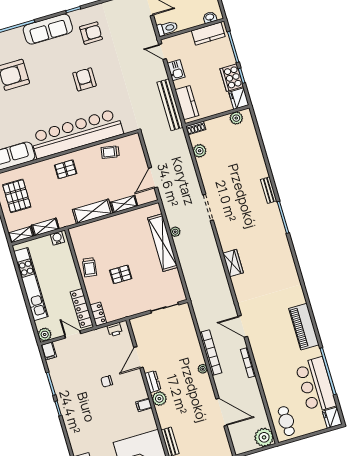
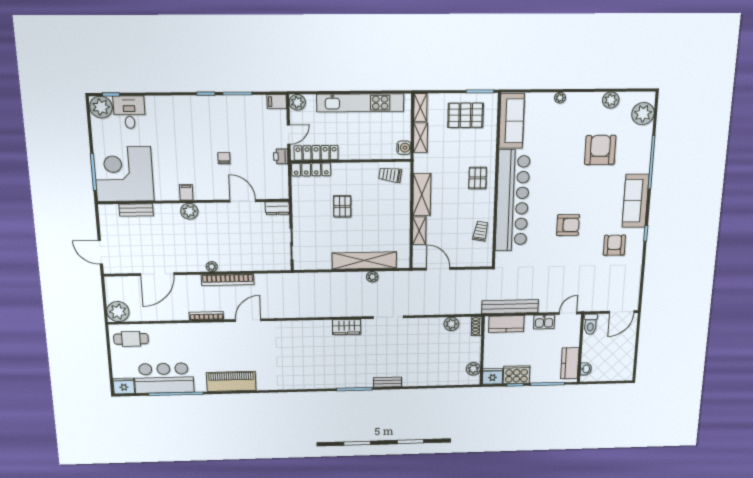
armchair: (91, 33) -> (614, 245), turned 180
wardrobe: (233, 263) -> (347, 327), moved
trolley: (89, 267) -> (390, 175), moved
locker: (98, 314) -> (311, 170), width x1.53
printer: (115, 330) -> (281, 156), moved
dresser: (153, 382) -> (277, 208), moved

